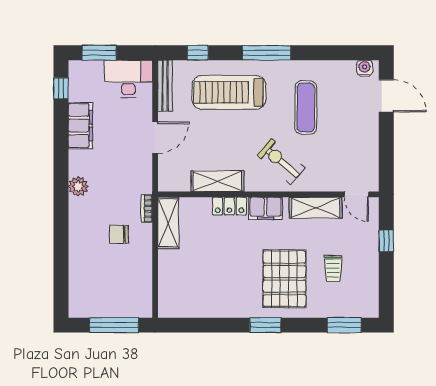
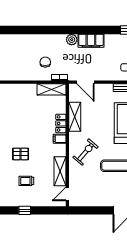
filing cabinet: (80, 126) -> (91, 41), moved
door: (155, 138) -> (85, 82), moved
filing cabinet: (266, 208) -> (60, 139), width x0.50
window: (386, 241) -> (25, 210), moved
pallet: (284, 279) -> (21, 154), width x0.49, depth x0.50

